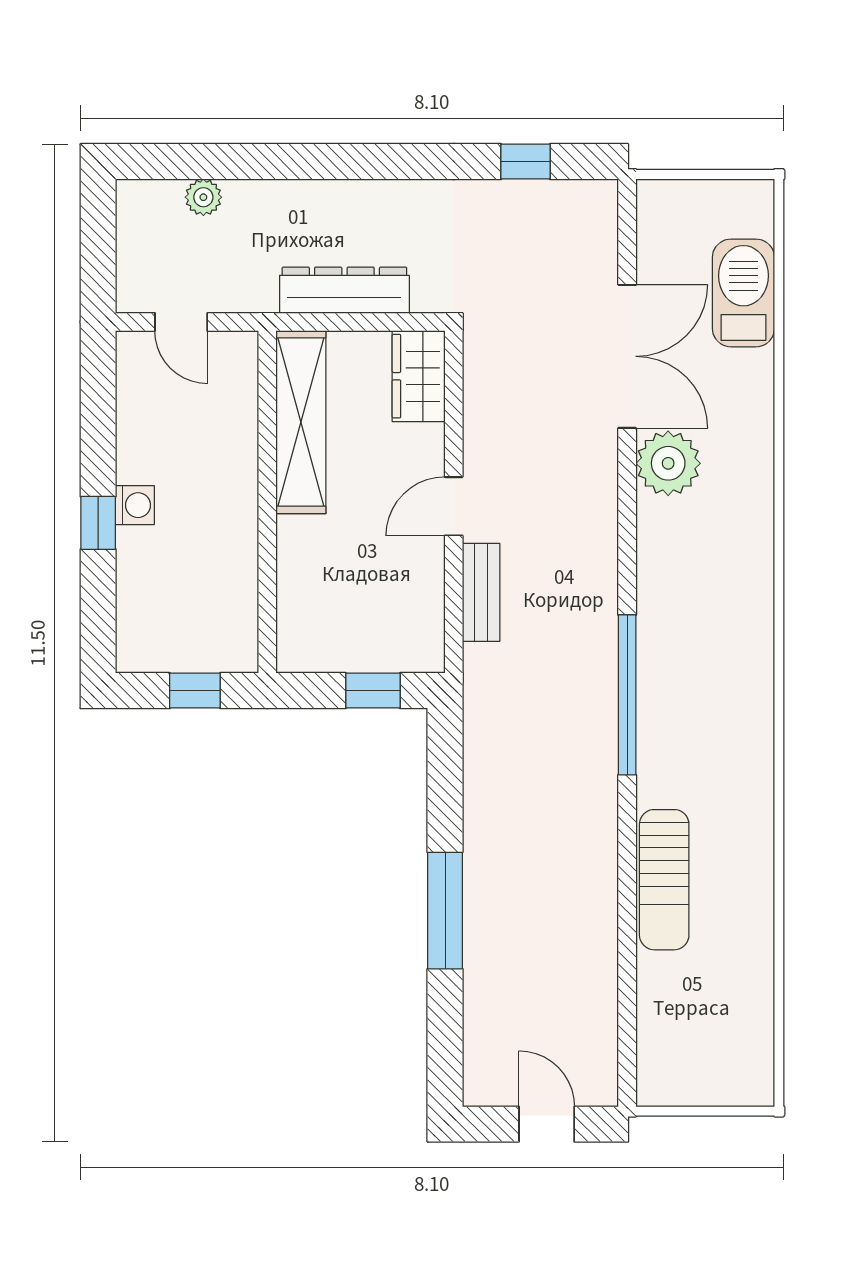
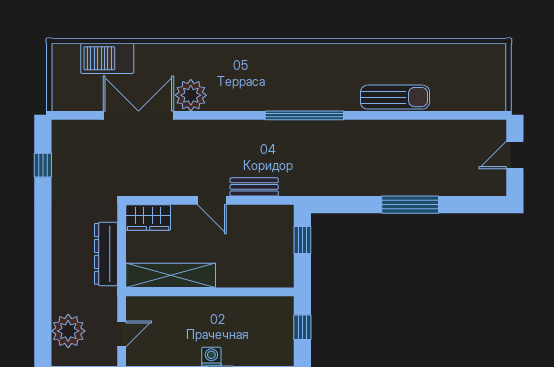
plant: (203, 197) -> (68, 331), width x1.87, depth x1.87

